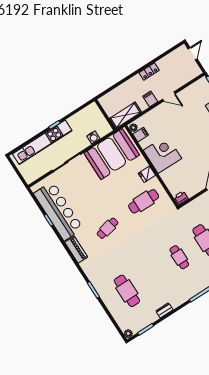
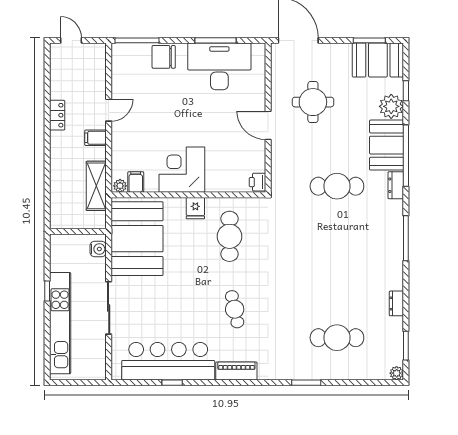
wall: (105, 115) -> (78, 231), moved
cafe table: (179, 257) -> (337, 237), removed

